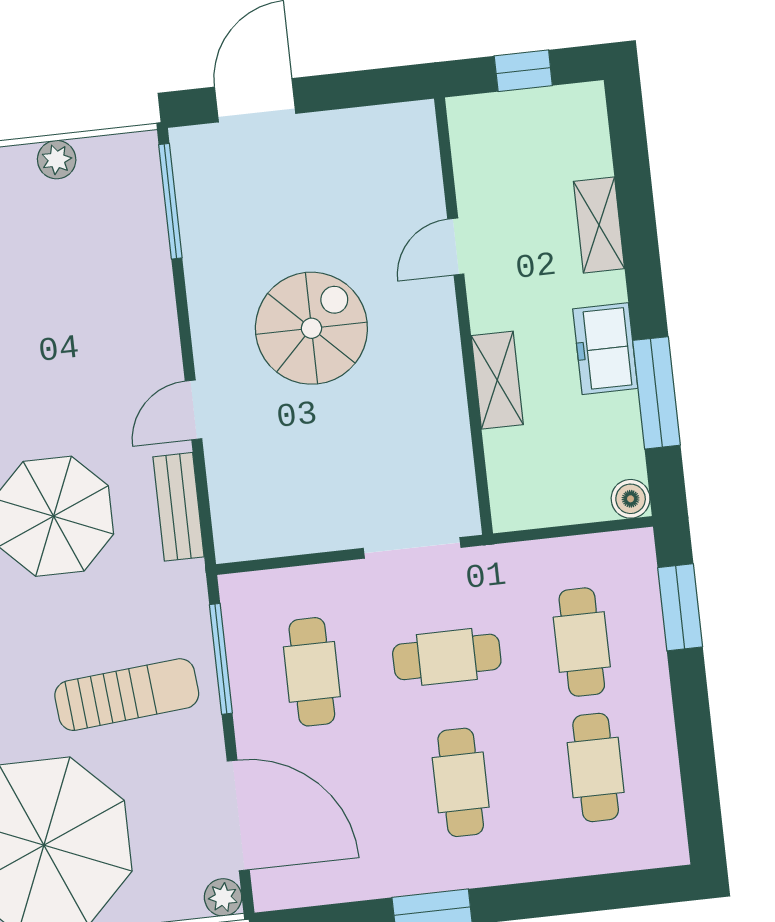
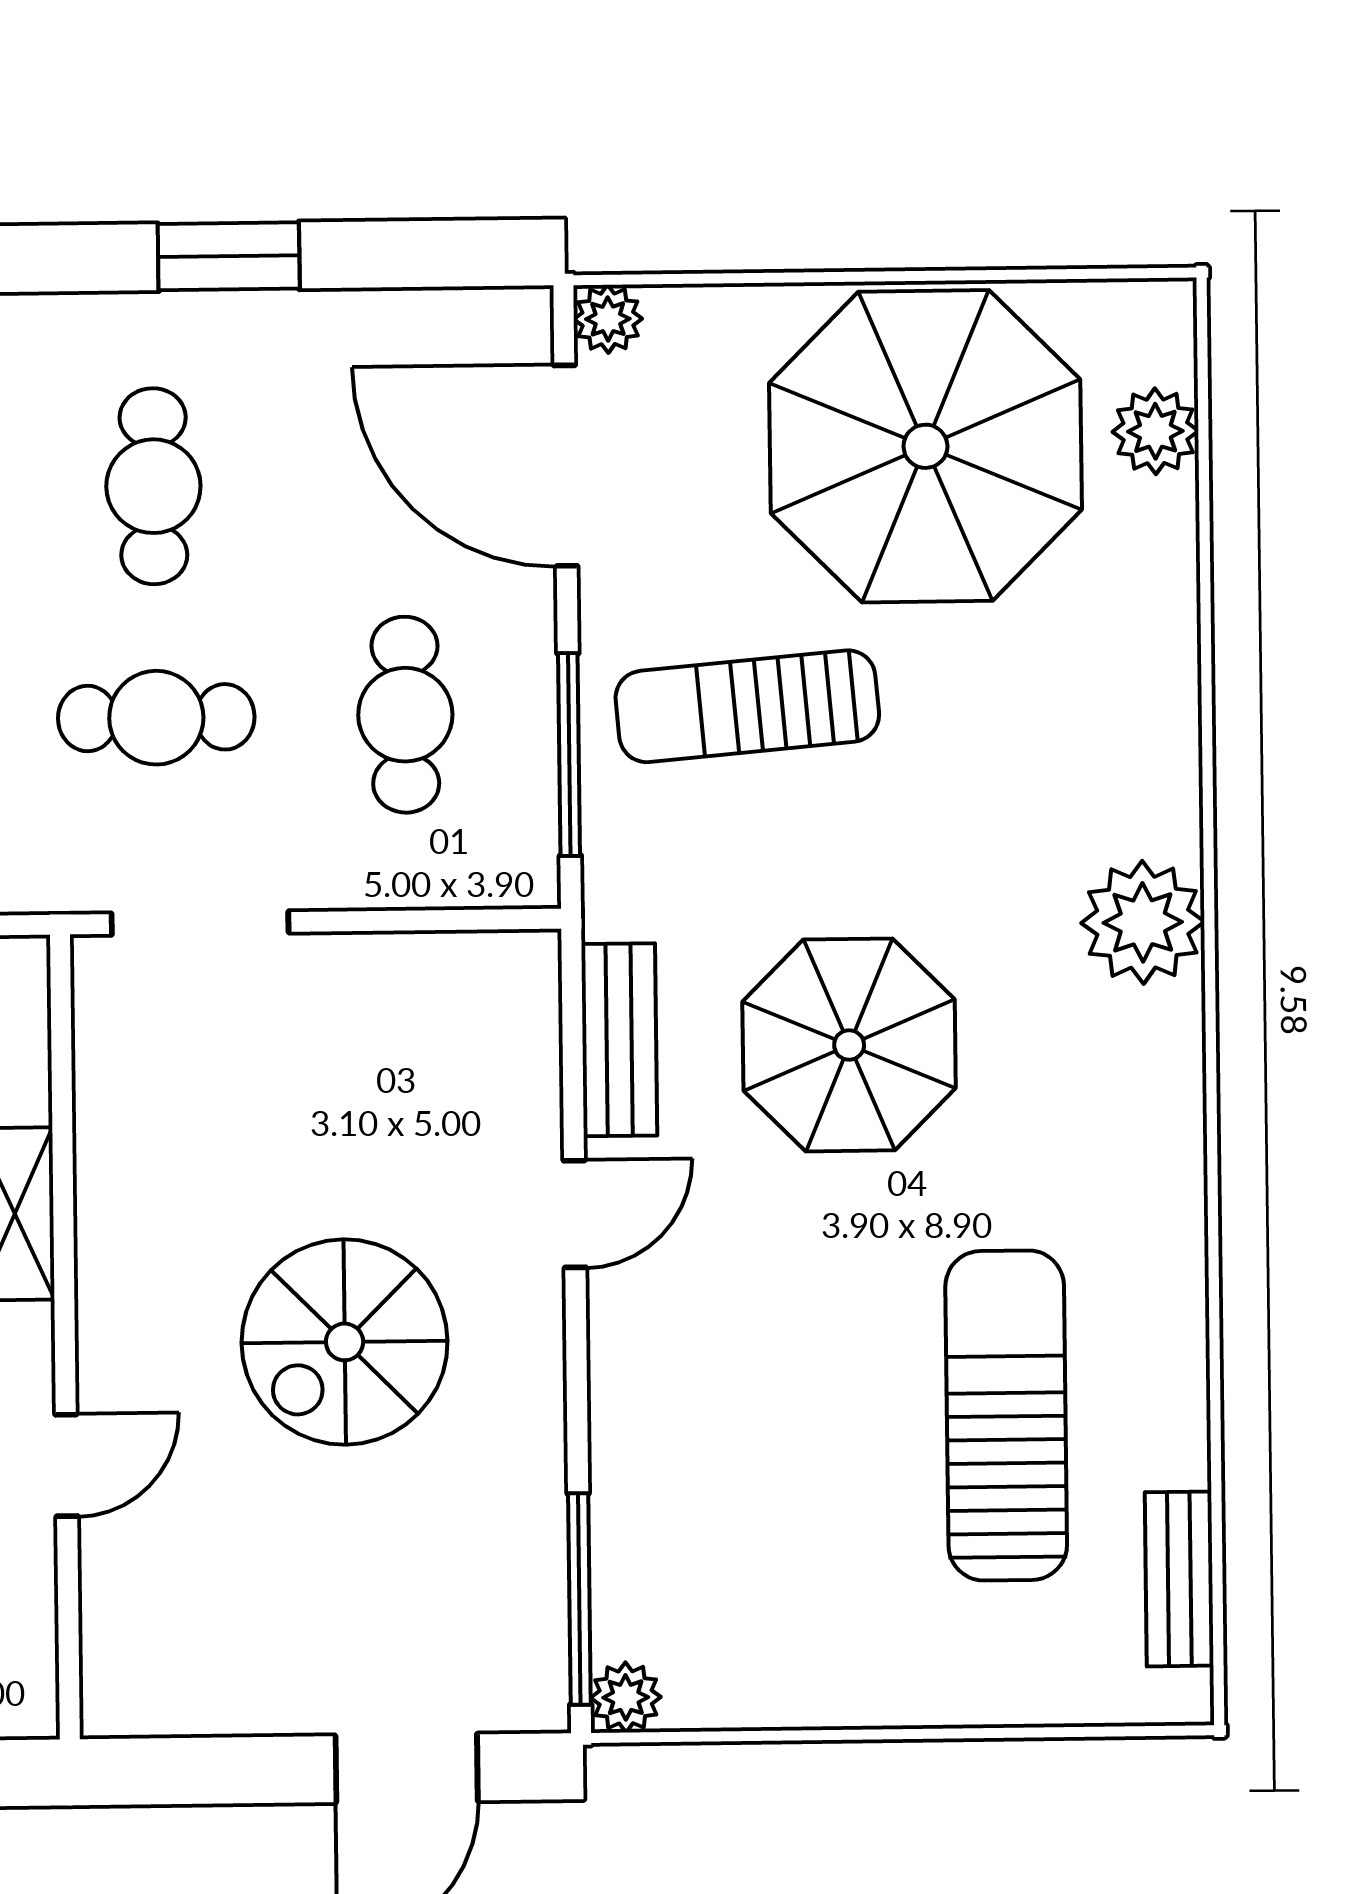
plant: (57, 160) -> (626, 1697), moved

